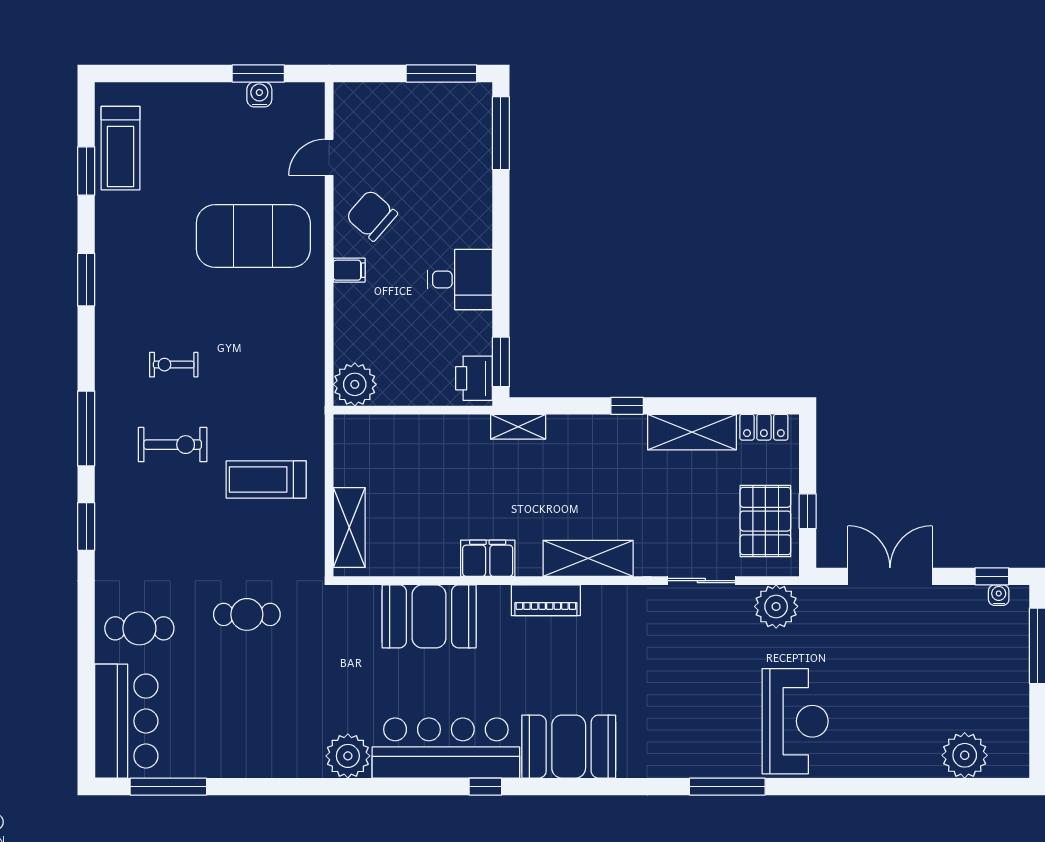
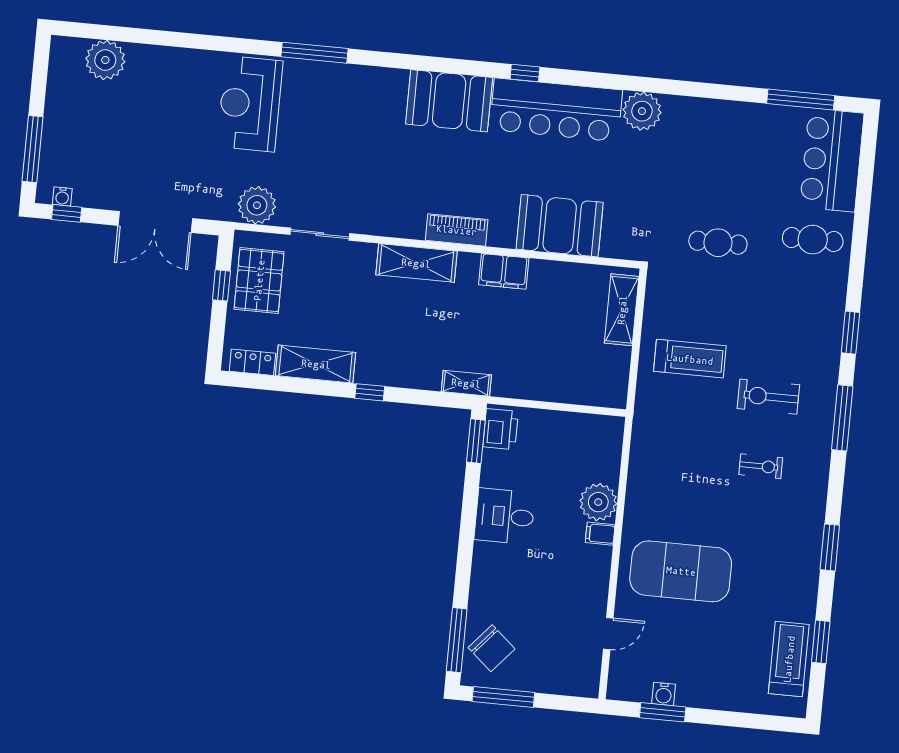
chair: (372, 215) -> (491, 648), moved
plant: (355, 384) -> (598, 502), moved

